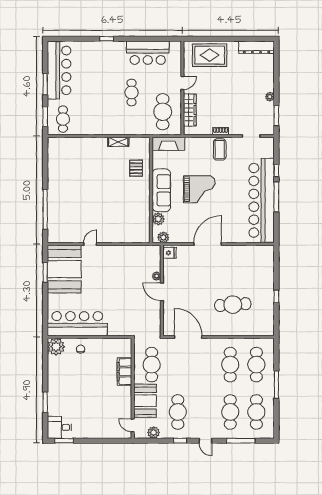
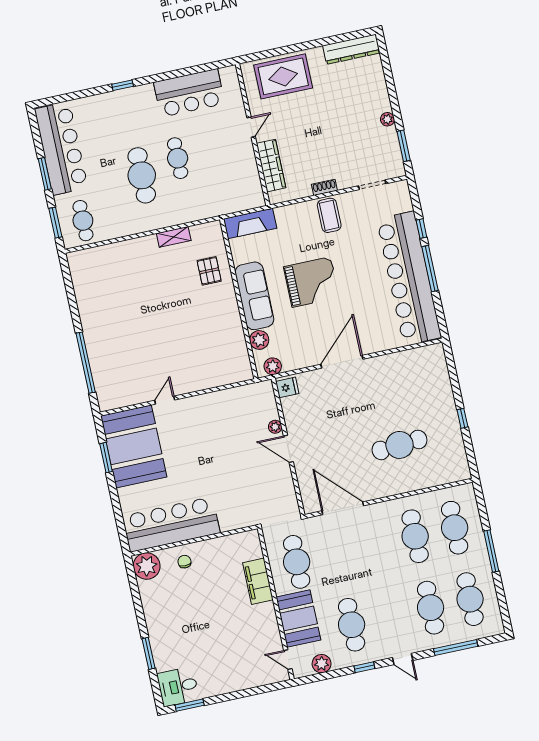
cafe table: (163, 112) -> (142, 175), moved

